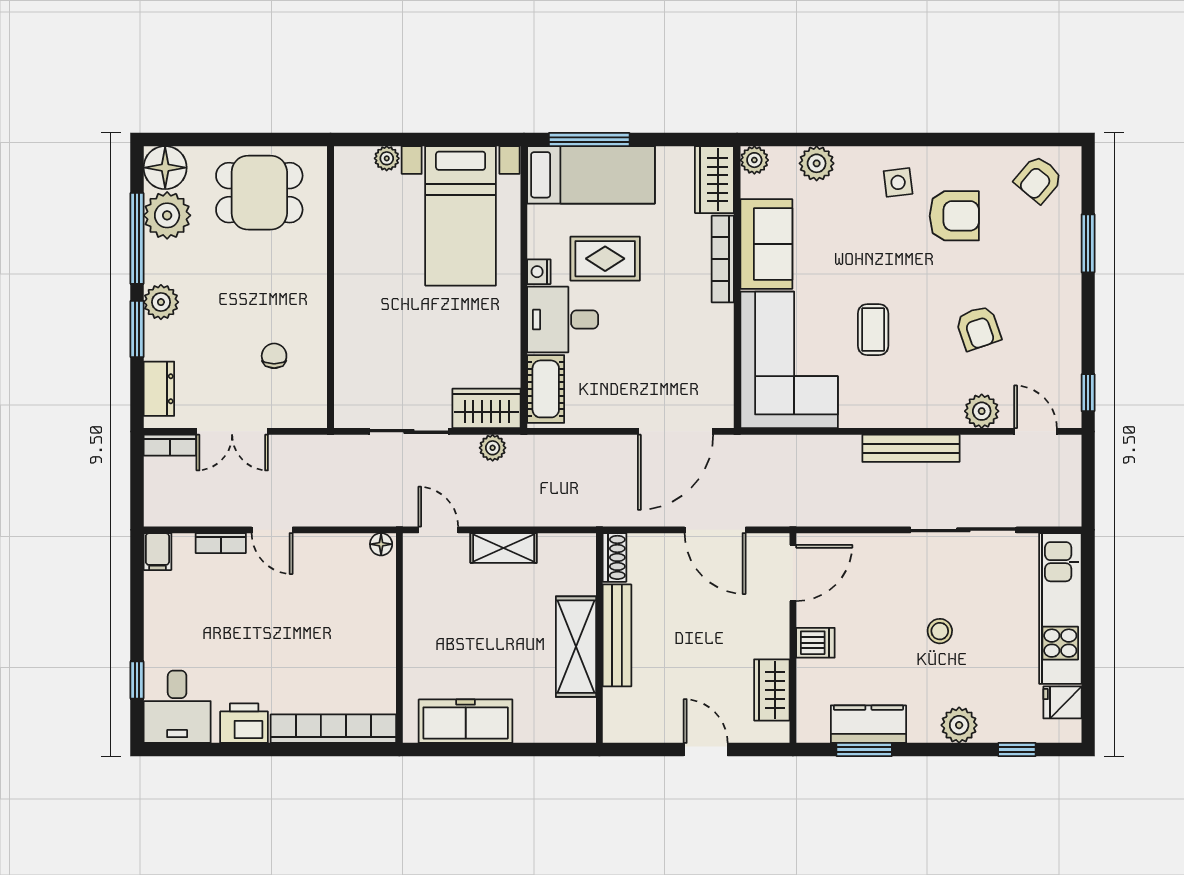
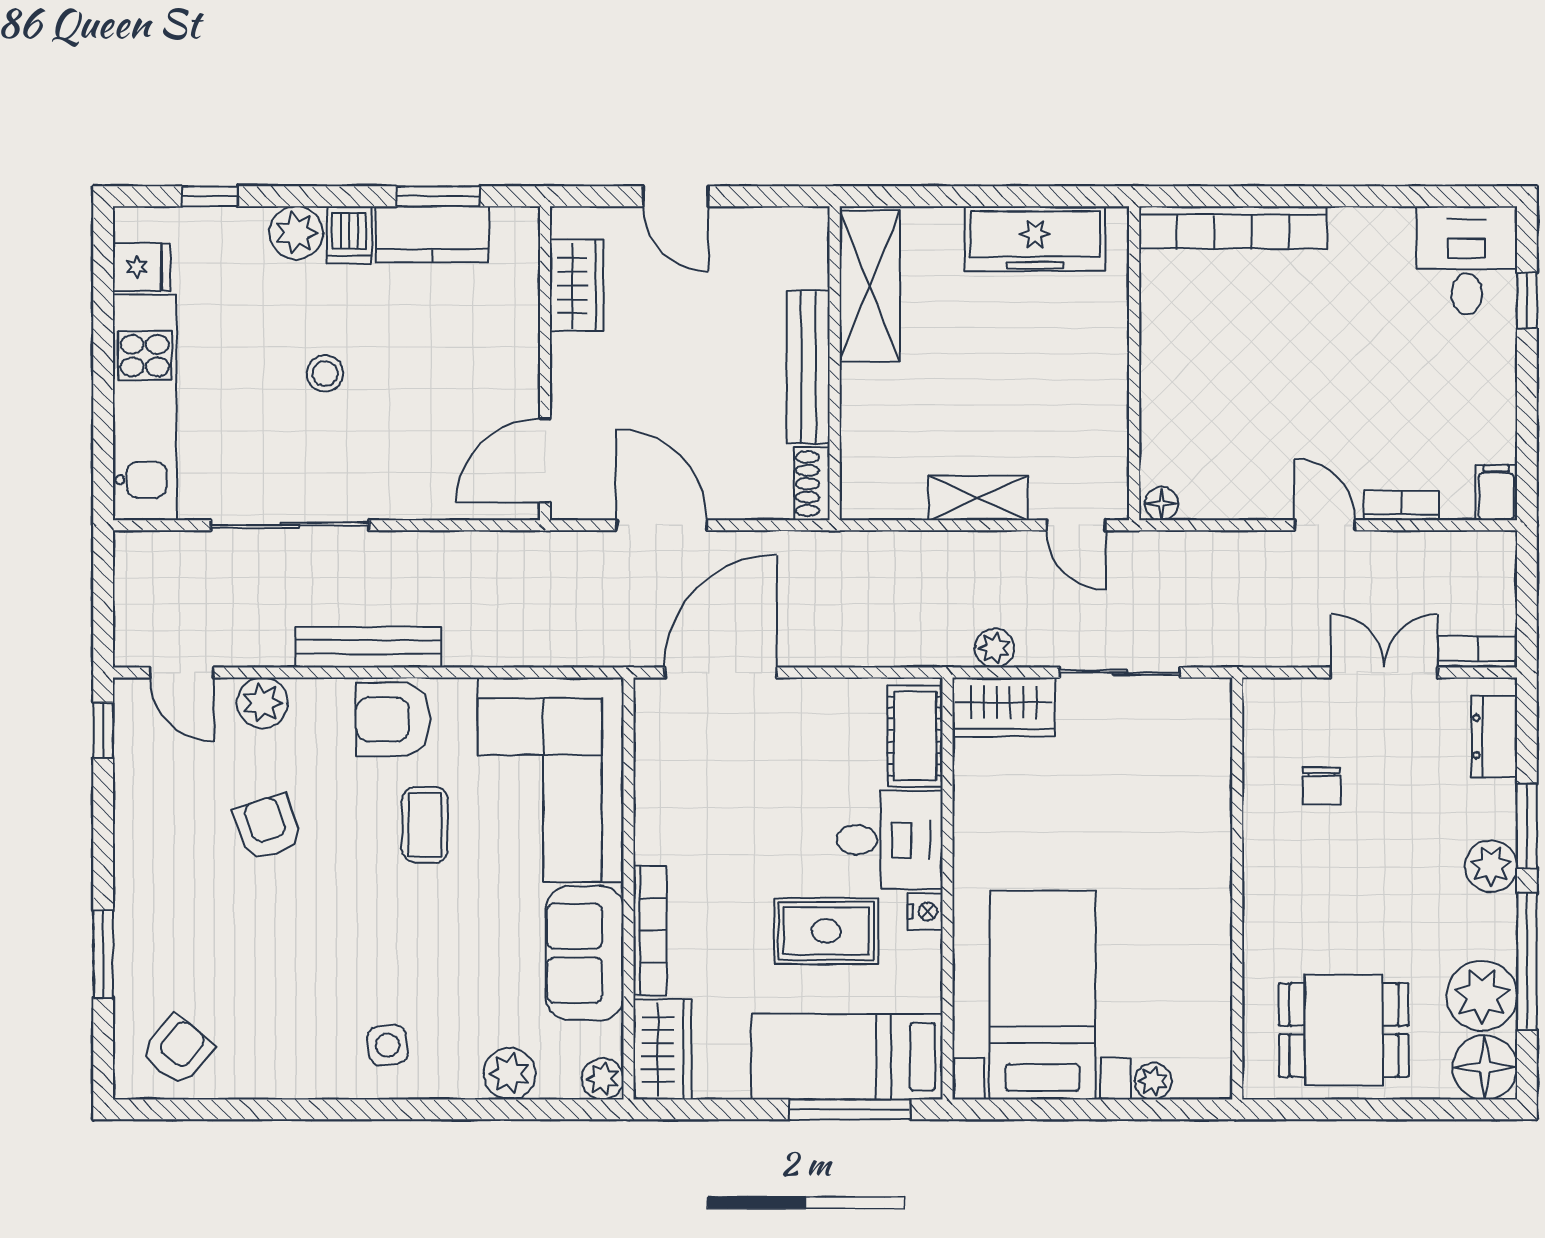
armchair: (954, 216) -> (393, 719), moved
dishwasher: (815, 643) -> (349, 235), moved, turned -90
shelving: (576, 647) -> (870, 286), moved
printer: (244, 723) -> (1366, 236), removed

